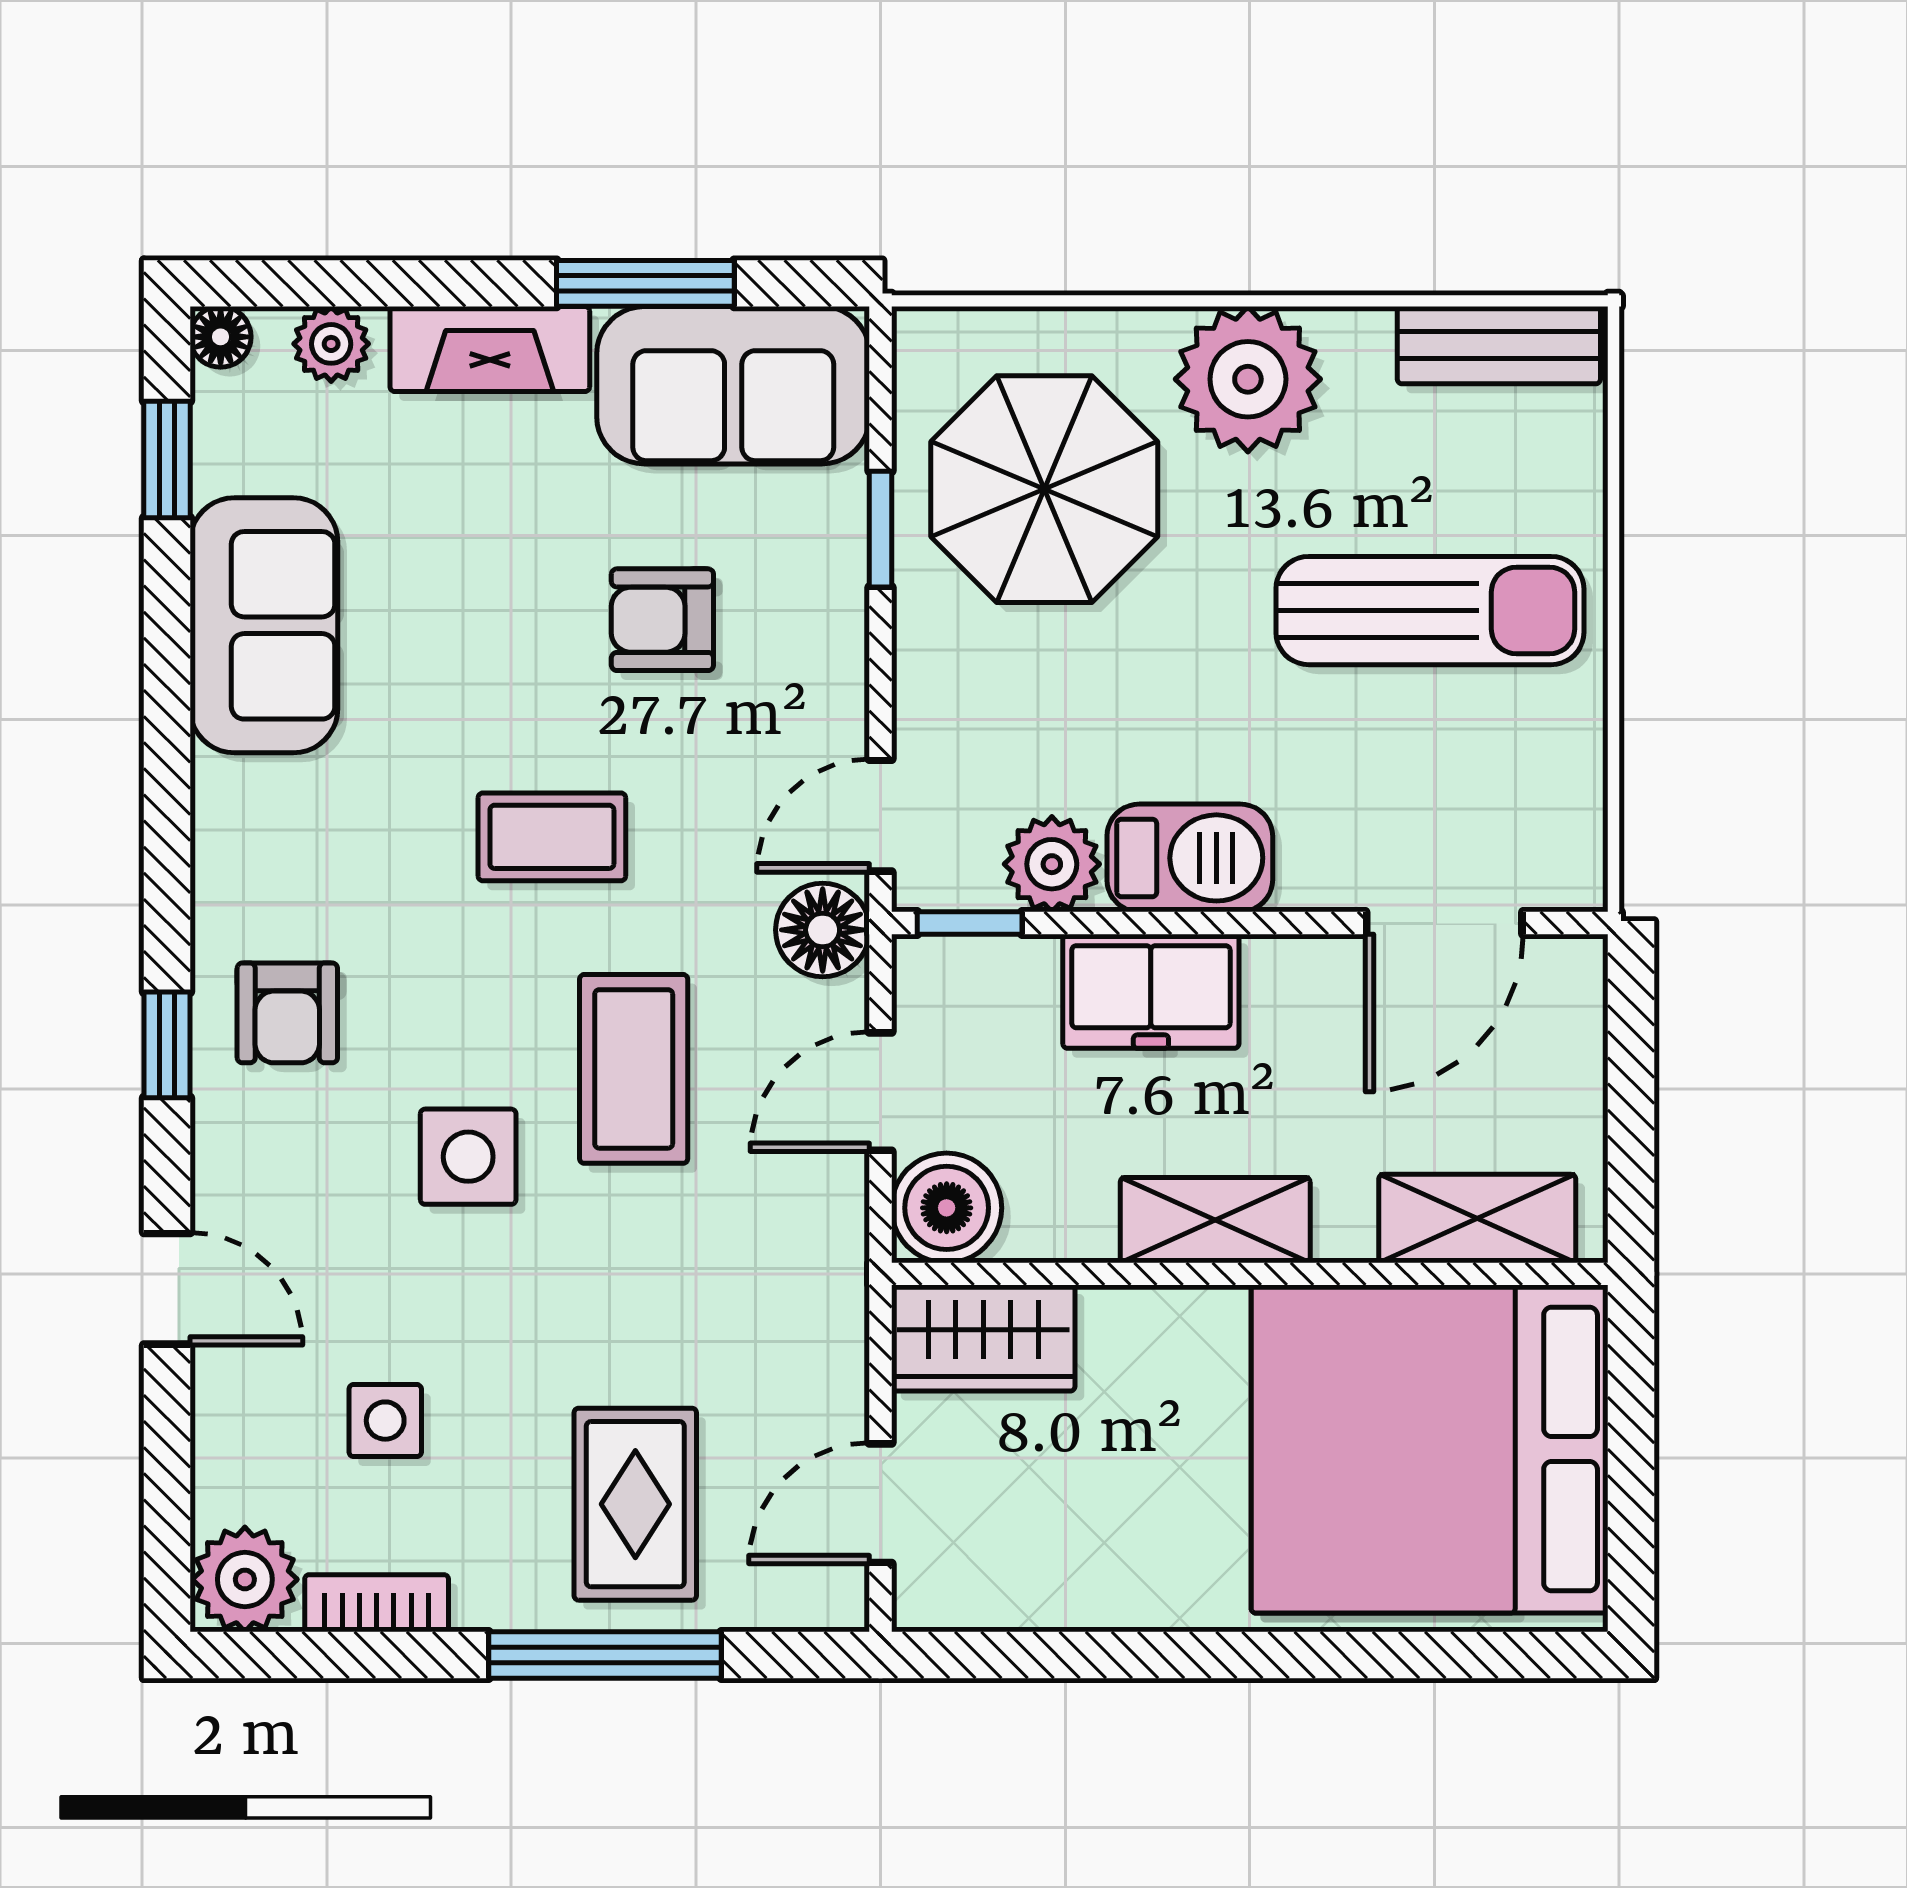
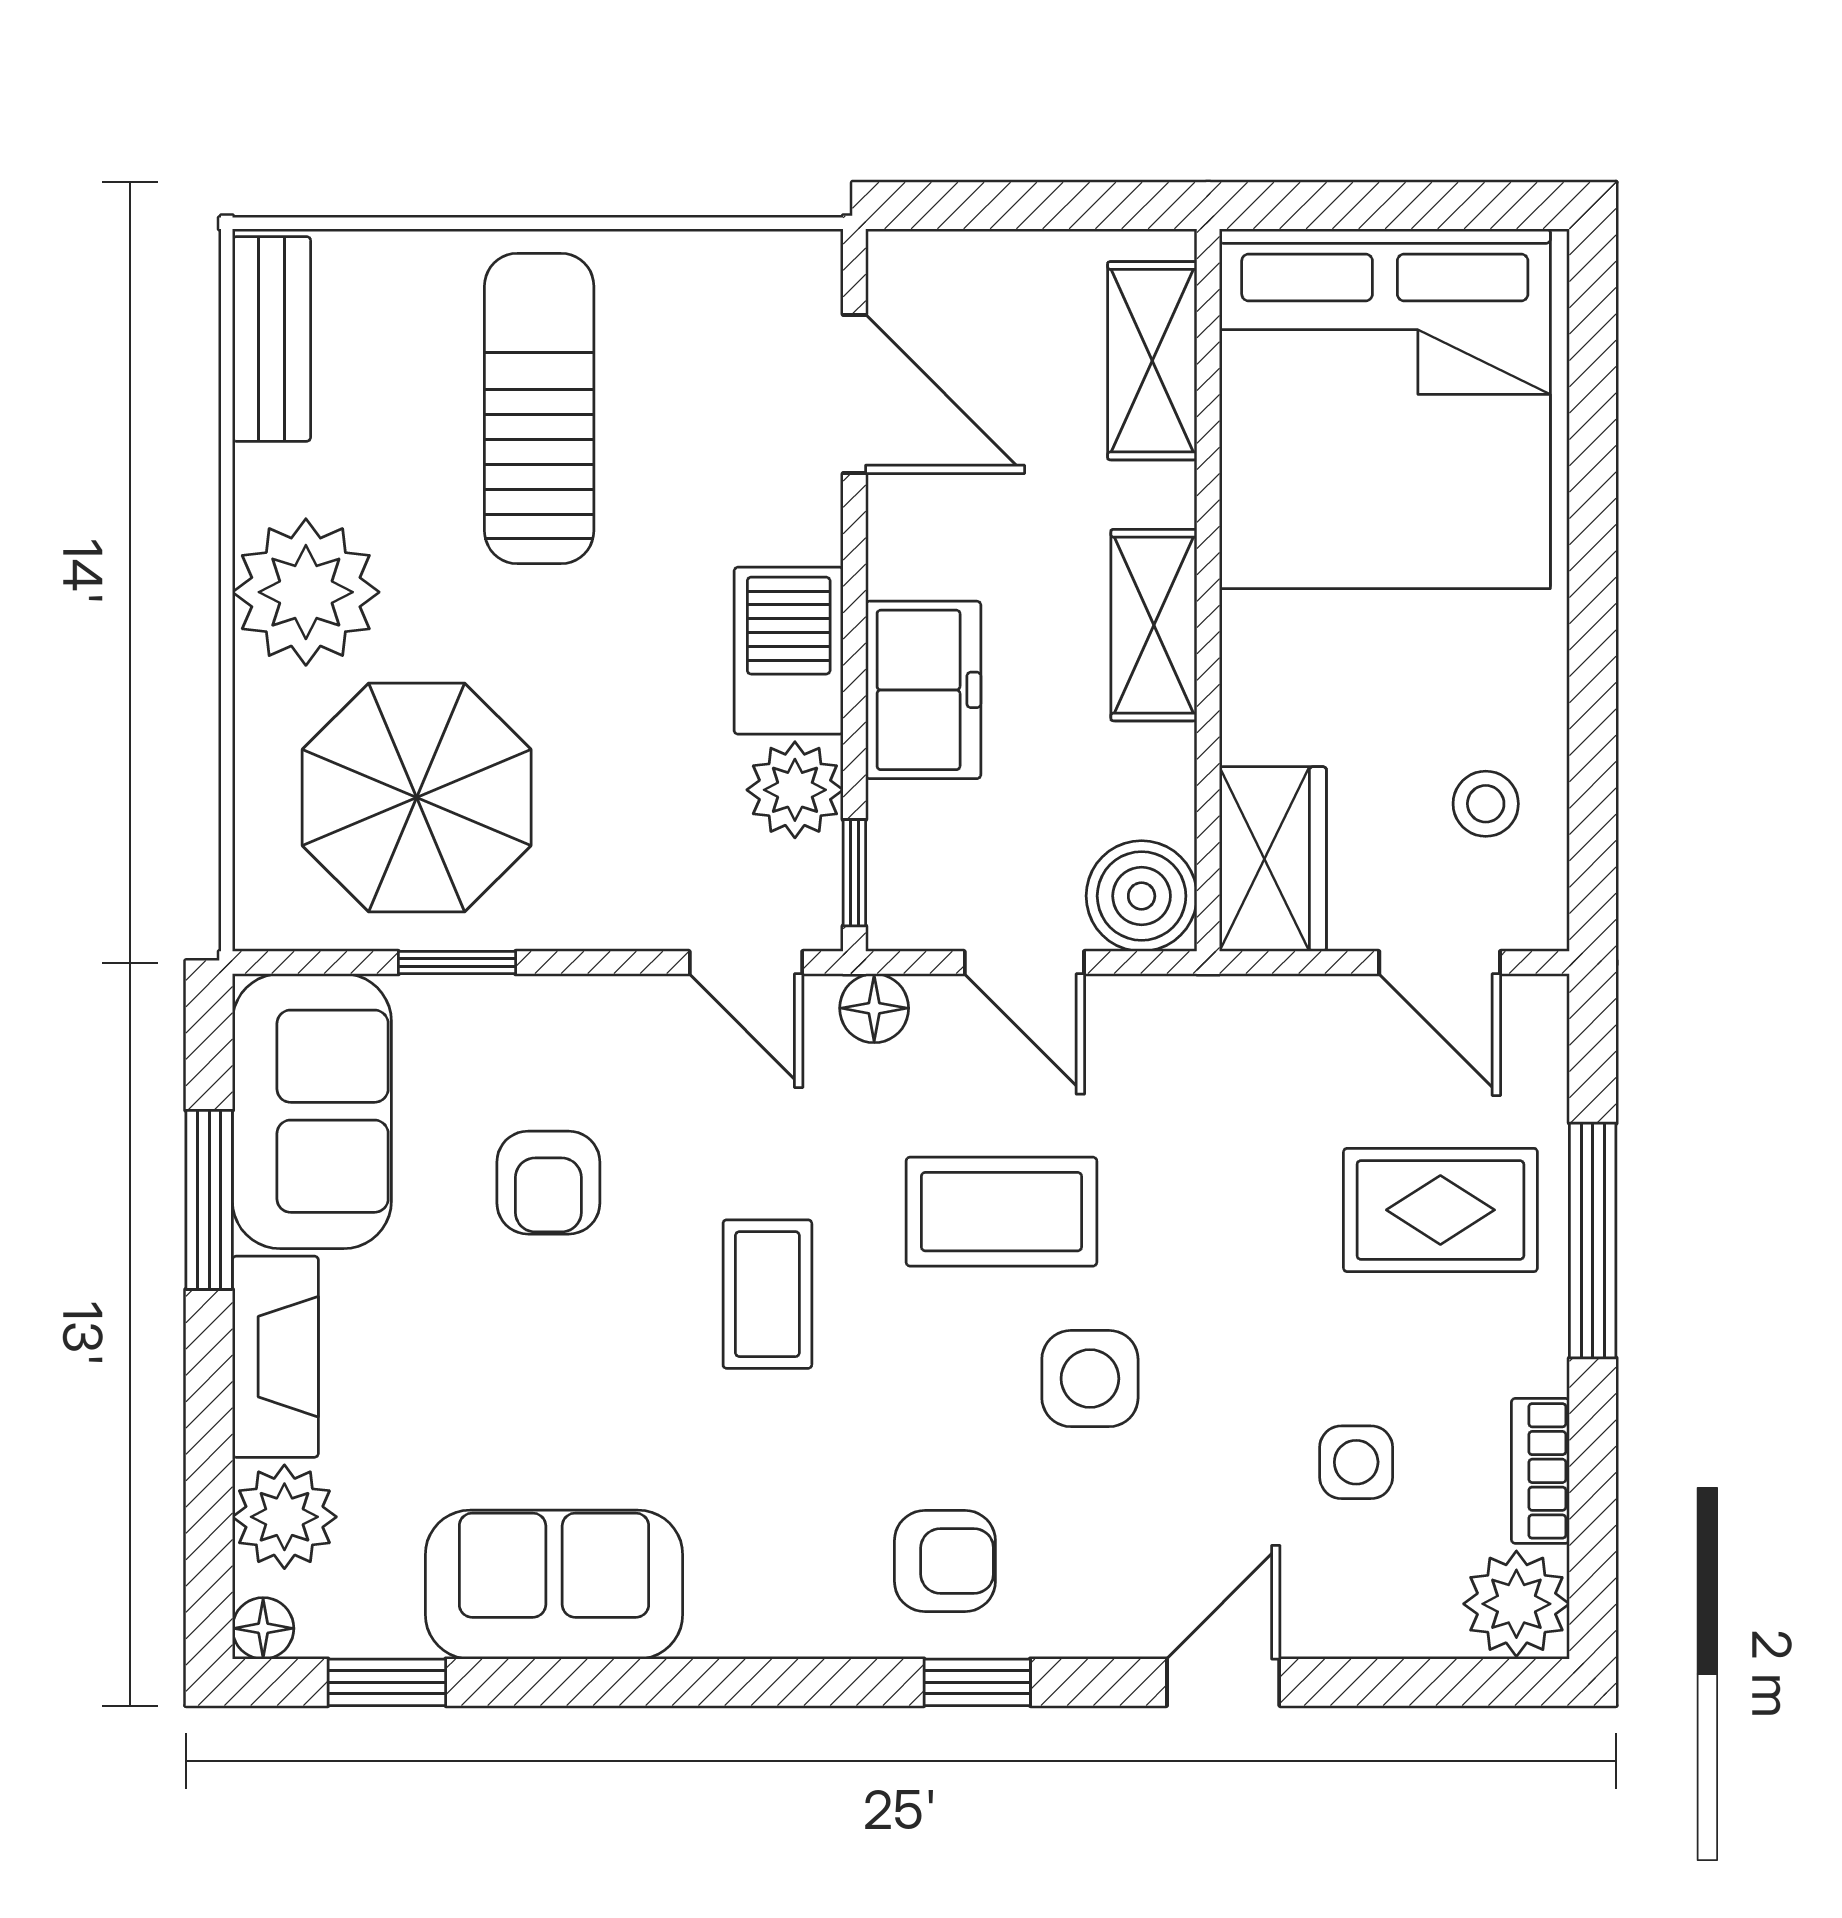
plant: (331, 344) -> (284, 1517), width x1.38, depth x1.38
floor lamp: (823, 930) -> (874, 1008), width x0.73, depth x0.73
stool: (1038, 1549) -> (1486, 804), added

